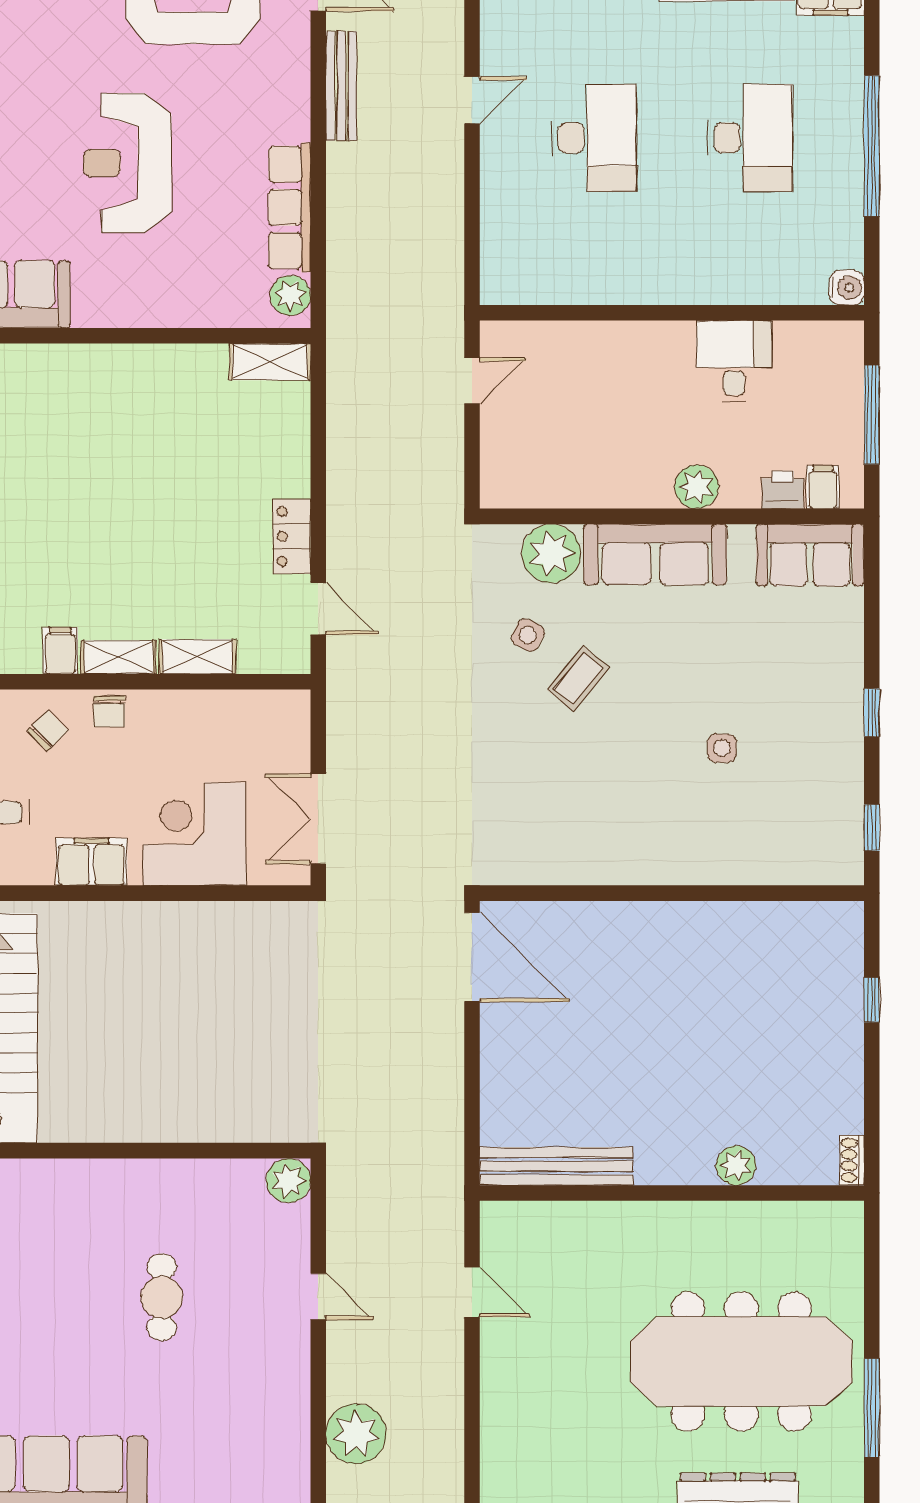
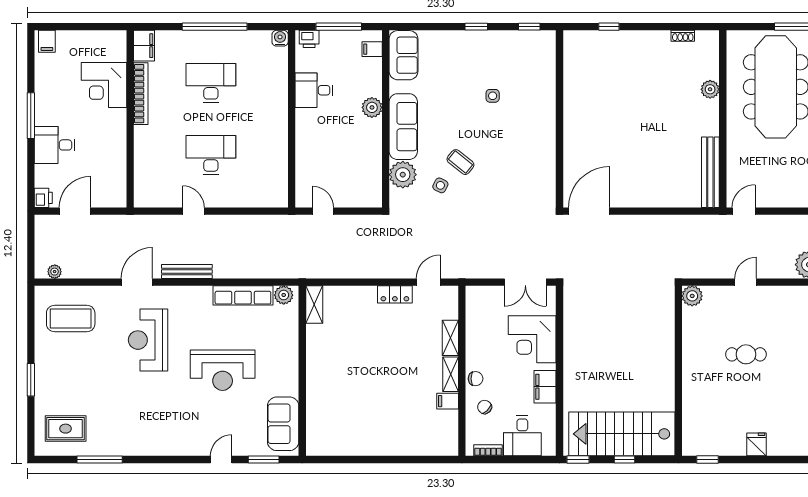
printer: (783, 490) -> (309, 39), moved, turned -90
plant: (736, 1165) -> (710, 89), moved
bench: (556, 1166) -> (710, 172), moved
wall: (672, 1193) -> (723, 119), moved

